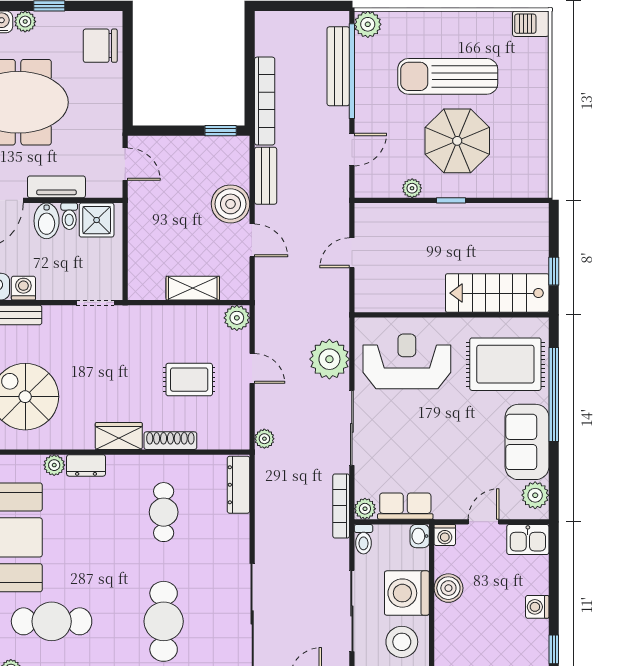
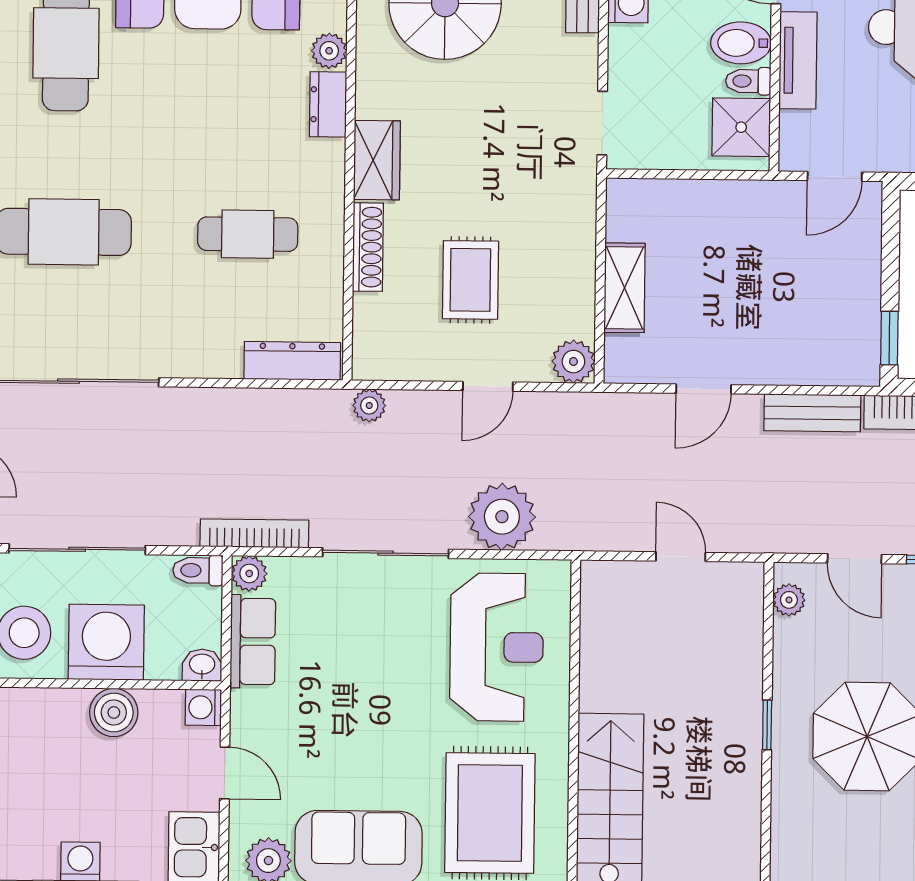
plant: (412, 188) -> (789, 600), moved
boiler: (231, 204) -> (766, 353), removed

